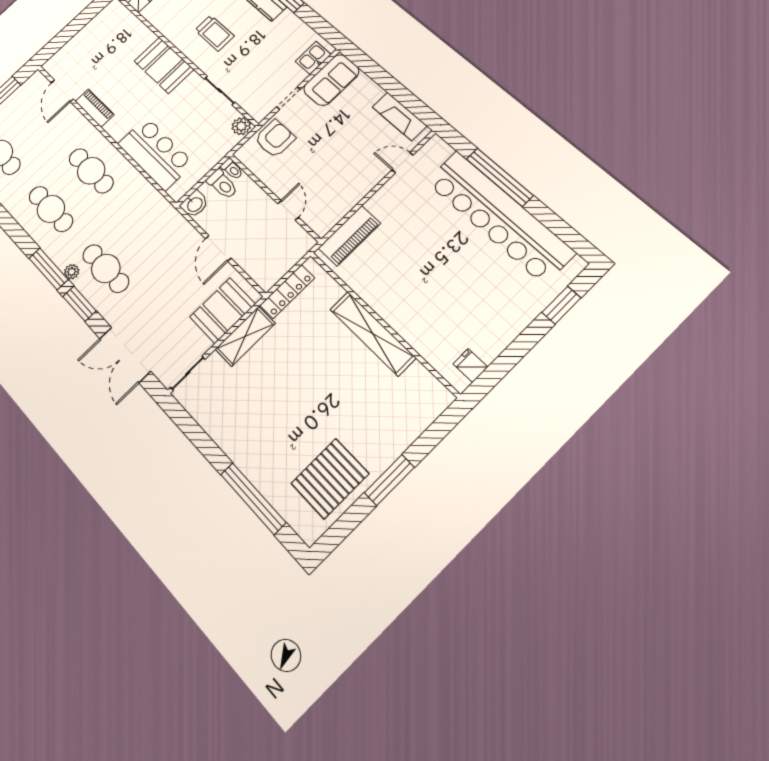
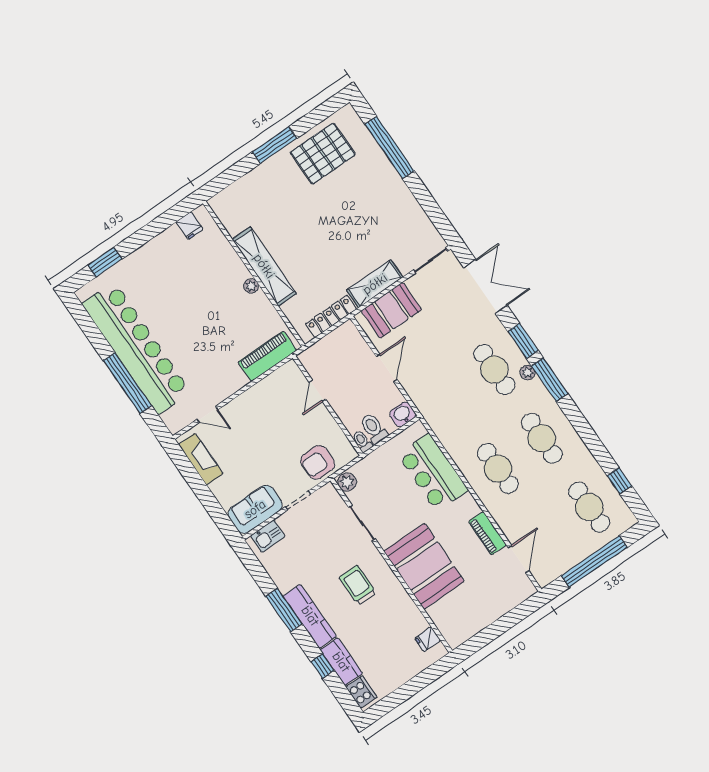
booth: (164, 65) -> (424, 566), width x1.36, depth x1.42
plant: (383, 309) -> (251, 286), added

